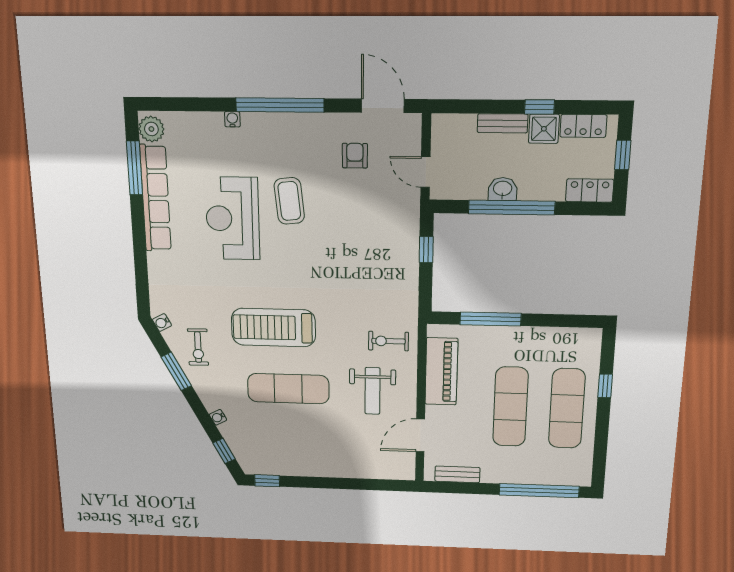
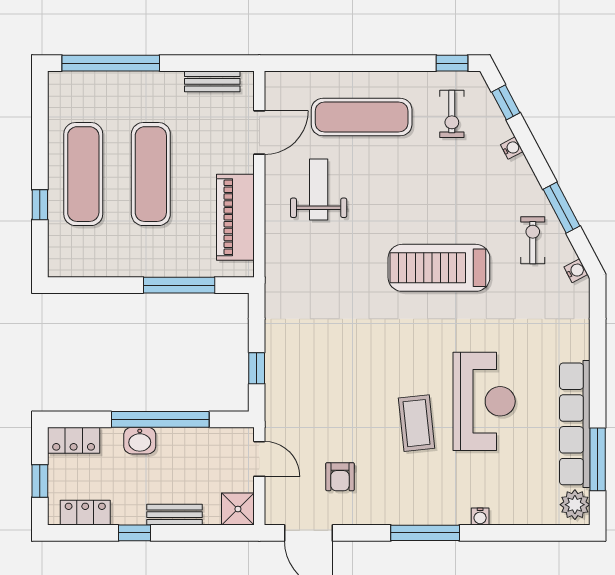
window: (280, 105) -> (425, 533), width x0.68
shower: (544, 129) -> (238, 509), moved
washbasin: (503, 189) -> (140, 441), moved
treadmill: (273, 328) -> (439, 268), turned 180
exercise bike: (388, 341) -> (452, 114), moved, turned 90
exercise mat: (288, 389) -> (362, 117), moved

